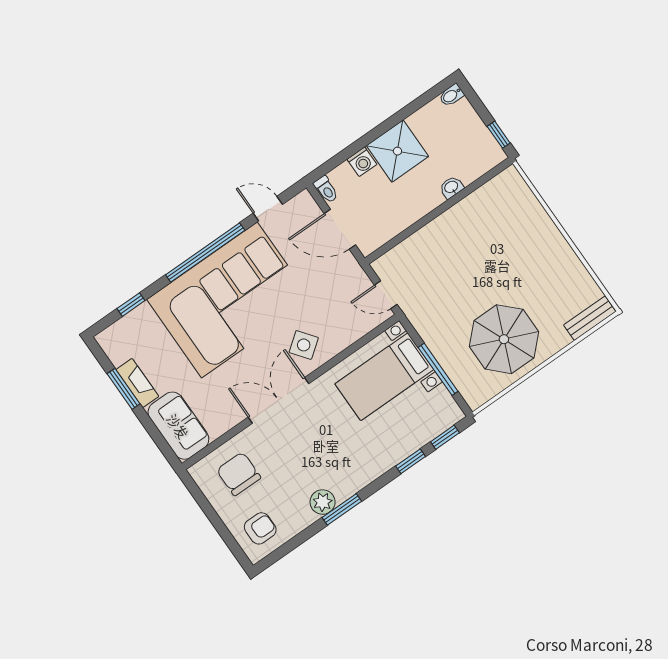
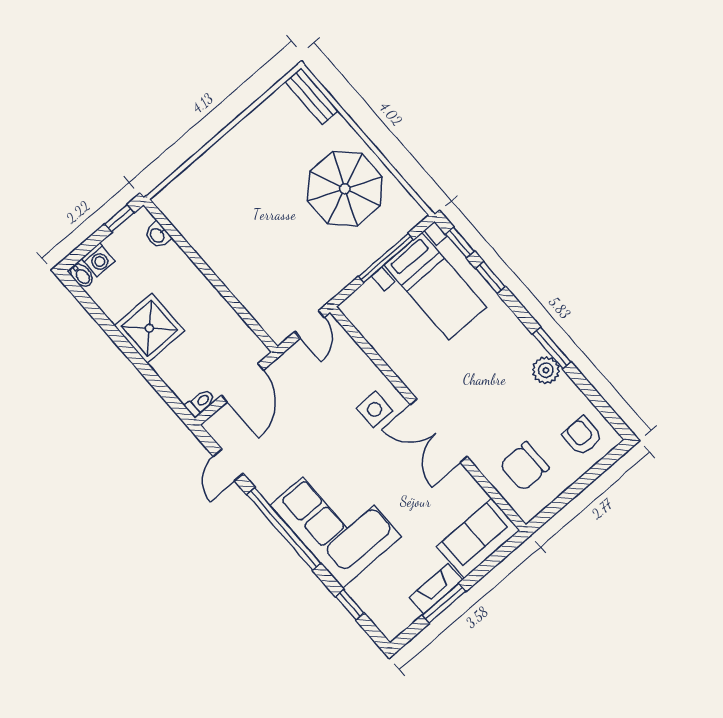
washing machine: (362, 162) -> (98, 260), moved, turned 90
washbasin: (451, 187) -> (158, 235), moved
corner sofa: (229, 300) -> (336, 521), width x0.73, depth x0.74
side table: (304, 345) -> (375, 409), turned 37
bed with nightstands: (384, 377) -> (435, 286), moved

